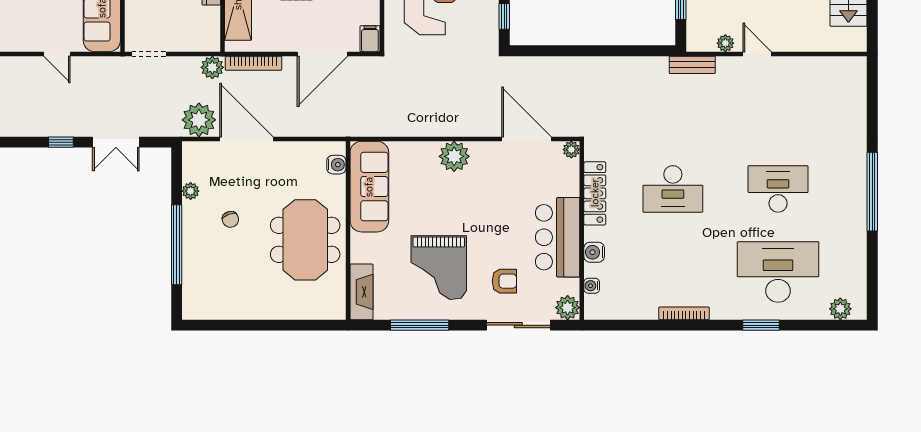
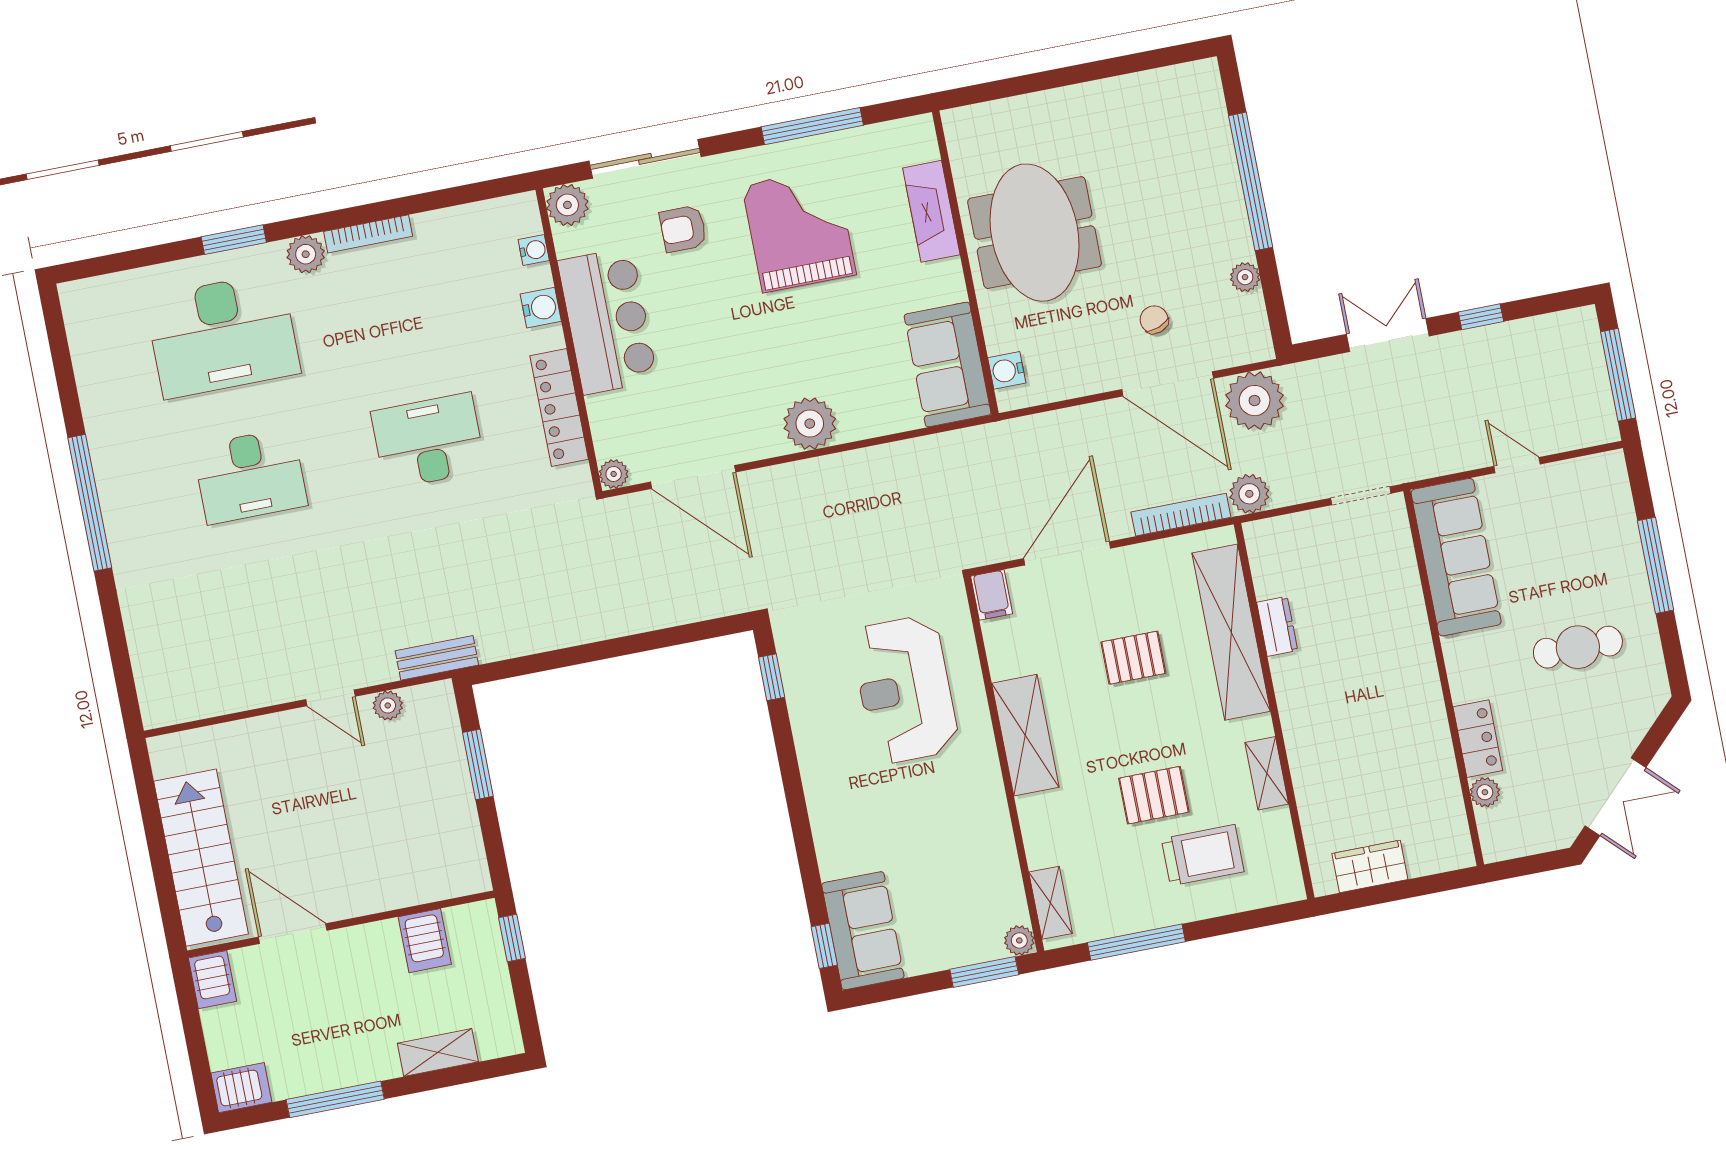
sofa: (369, 187) -> (948, 365), width x0.73
chair: (230, 219) -> (1154, 320), moved
fireplace: (361, 292) -> (931, 211), moved
plant: (840, 309) -> (306, 254), moved

